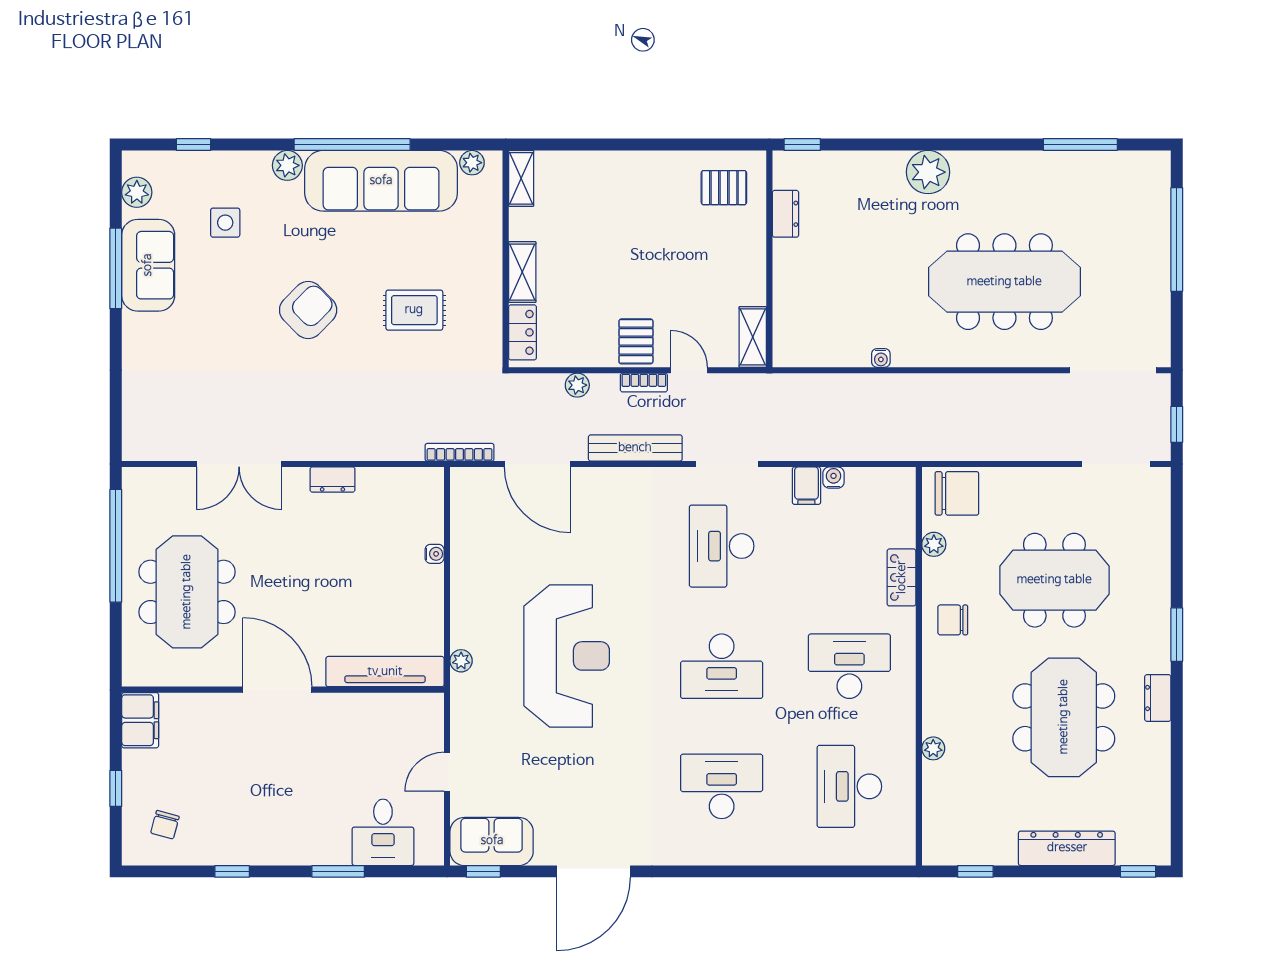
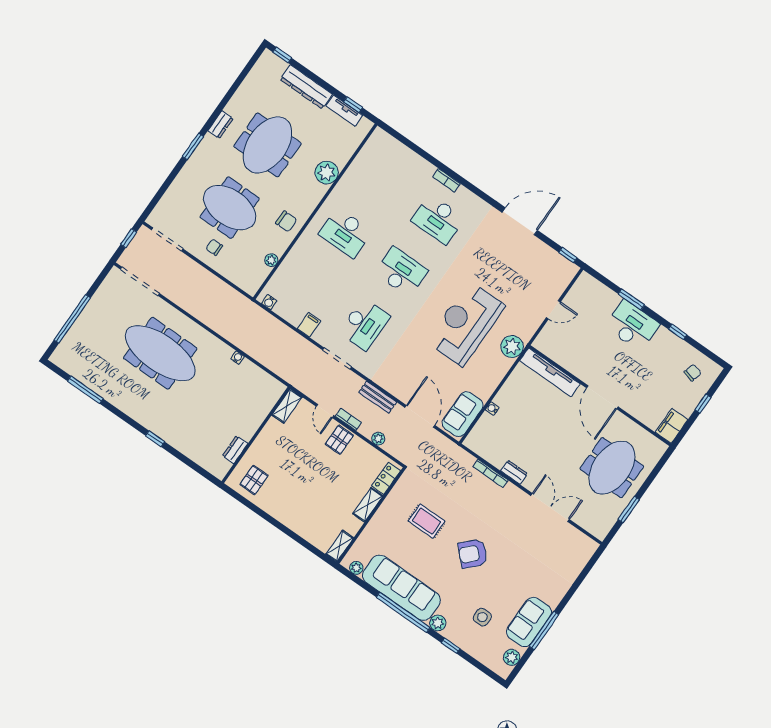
window: (193, 145) -> (451, 646), moved
window: (802, 145) -> (155, 439), moved
plant: (928, 172) -> (160, 424), removed
pallet: (724, 188) -> (254, 480), turned 90
bench: (635, 448) -> (378, 397), width x0.73
bookcase: (460, 452) -> (490, 473), moved
water cooler: (834, 478) -> (269, 302), moved
chair: (957, 493) -> (214, 247), moved, width x0.54, depth x0.54
window: (116, 546) -> (629, 509), width x0.47
locker: (902, 577) -> (296, 256), removed
plant: (461, 661) -> (512, 347), width x1.87, depth x1.87
plant: (933, 748) -> (327, 173), width x1.88, depth x1.88
desk: (849, 786) -> (382, 180), removed
desk: (383, 832) -> (632, 326), moved, width x1.37
sofa: (492, 841) -> (463, 414), moved, turned 90
tv unit: (983, 853) -> (344, 111), added
bookcase: (751, 856) -> (446, 180), added

